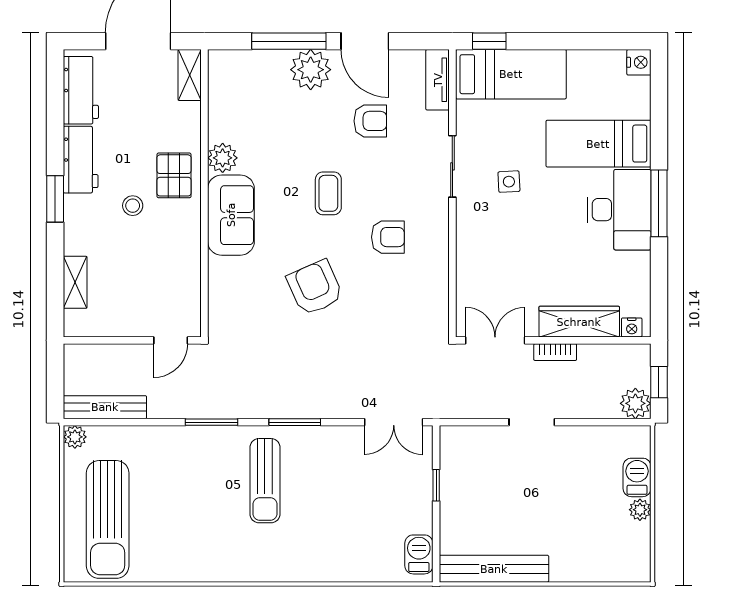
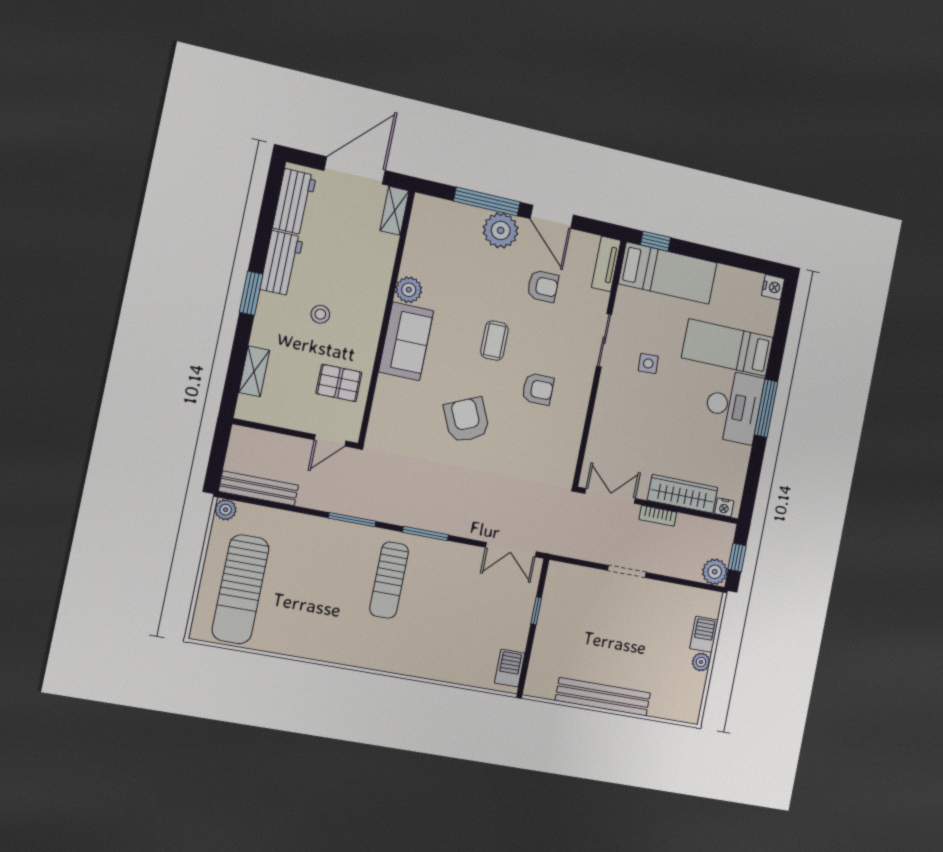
pallet: (174, 175) -> (339, 383), moved, turned 90
bench: (494, 569) -> (603, 697), moved

